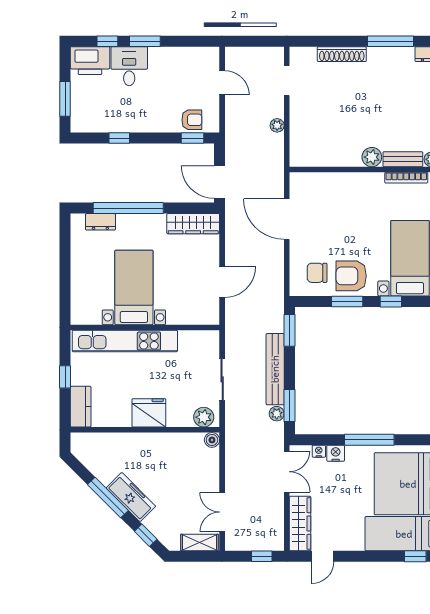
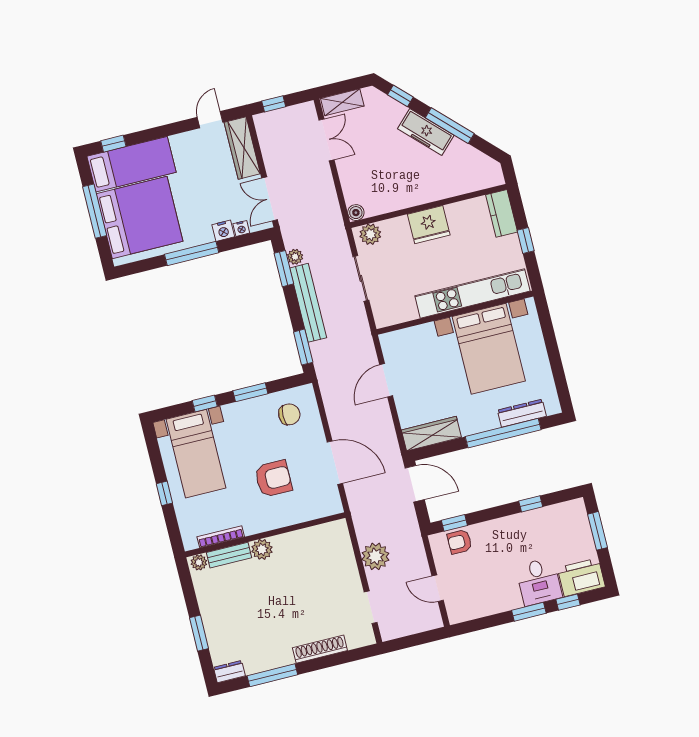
plant: (277, 125) -> (375, 556), width x1.87, depth x1.87
dresser: (100, 222) -> (522, 413), width x1.44
armchair: (351, 276) -> (273, 479), moved
bed with nightstands: (134, 287) -> (489, 349), width x1.36

